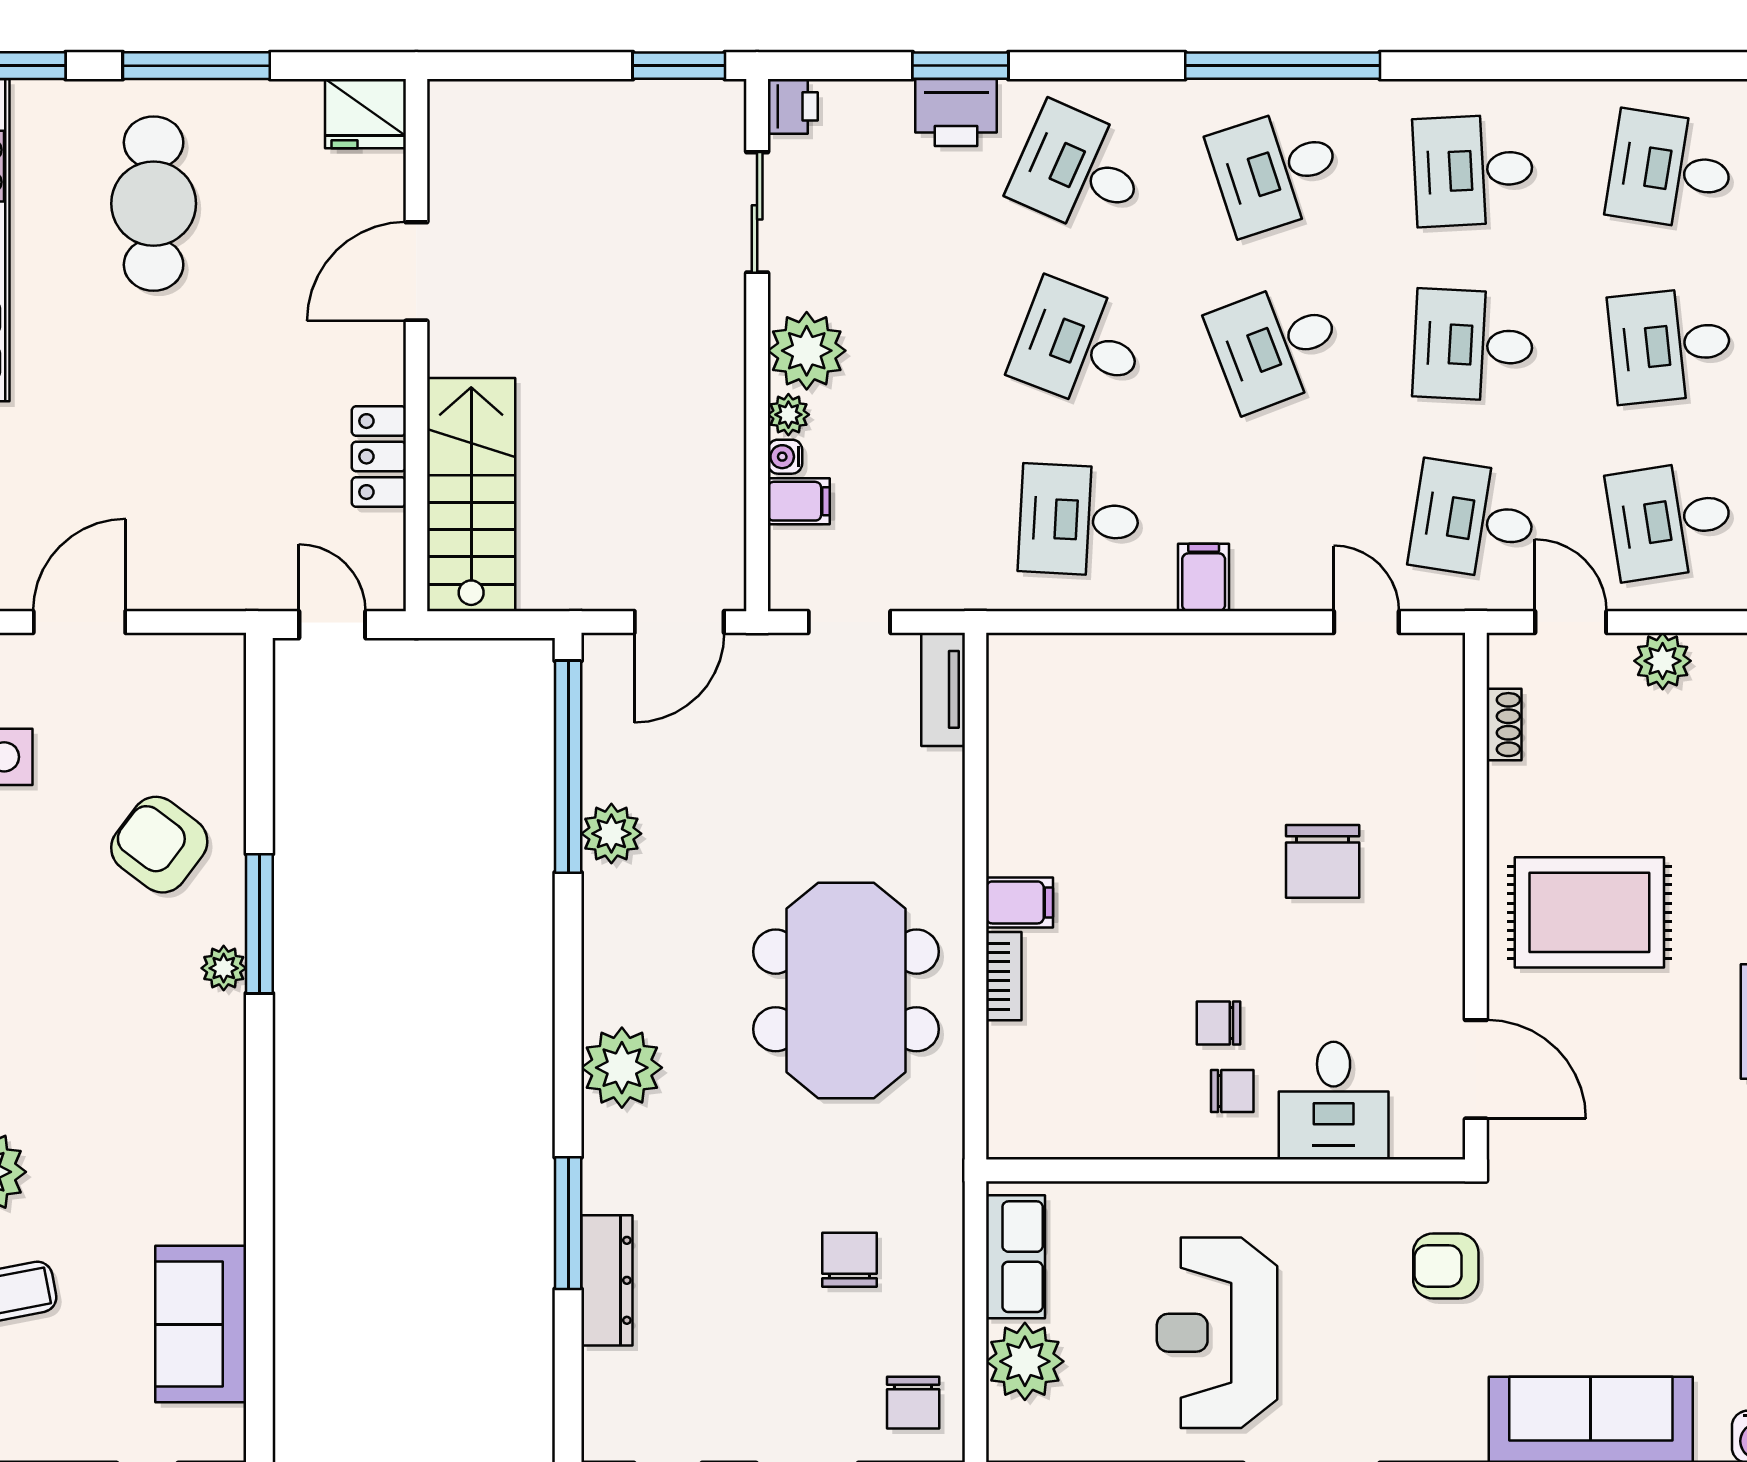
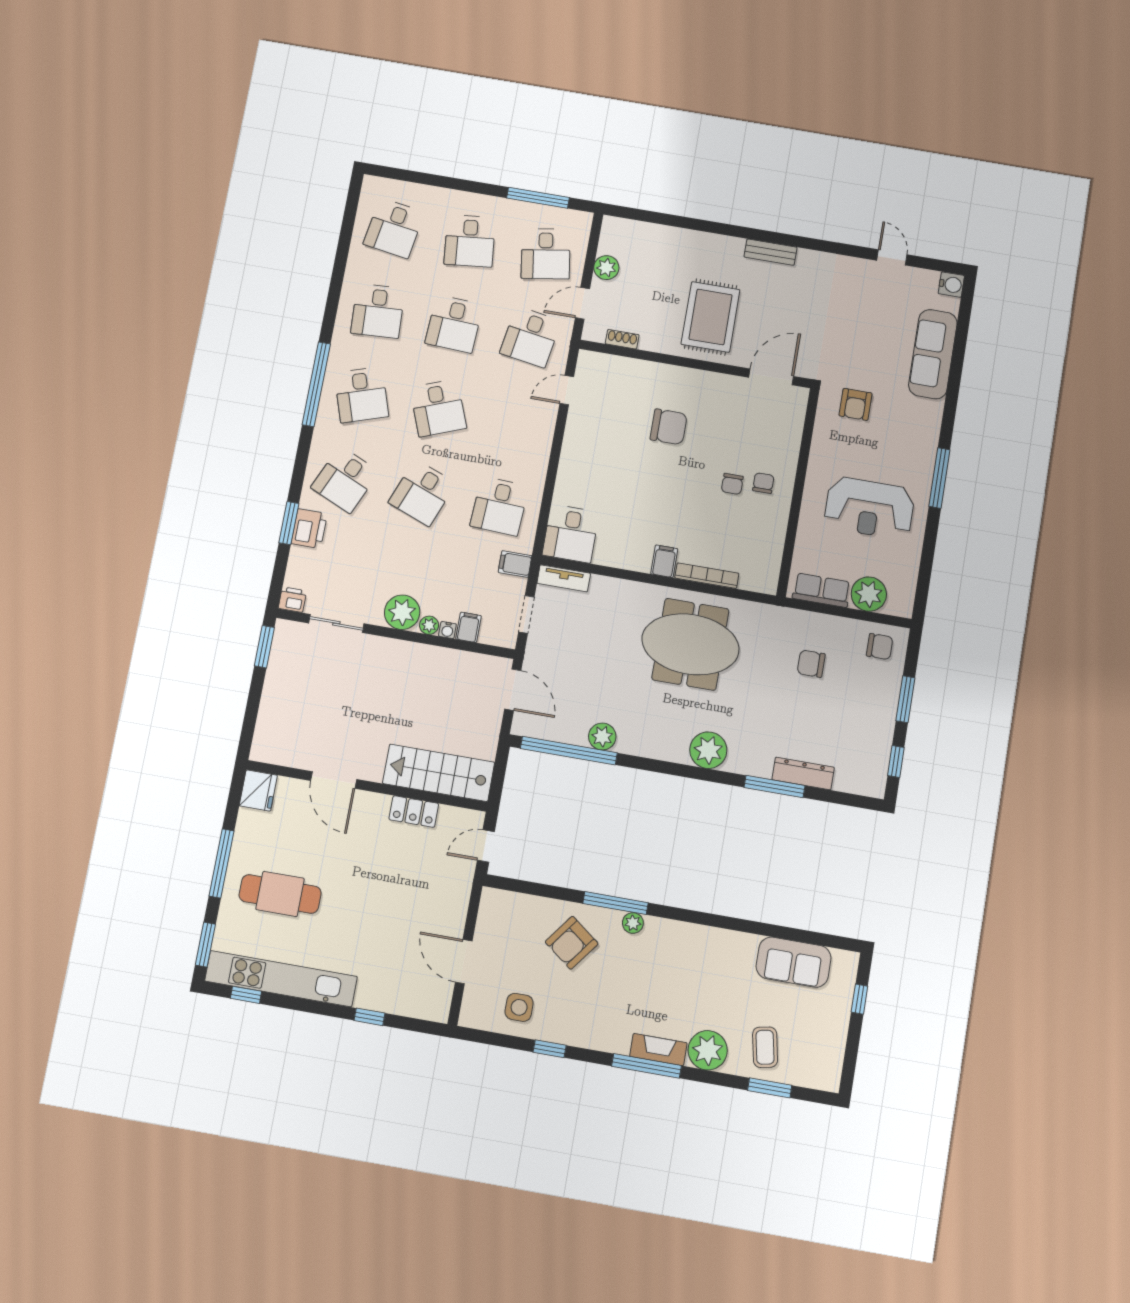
filing cabinet: (1204, 578) -> (515, 564), moved
bookcase: (1004, 976) -> (707, 576), width x1.56
desk: (1334, 1101) -> (571, 534), moved, turned 90

